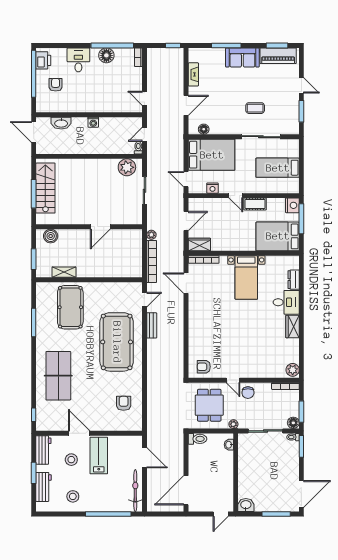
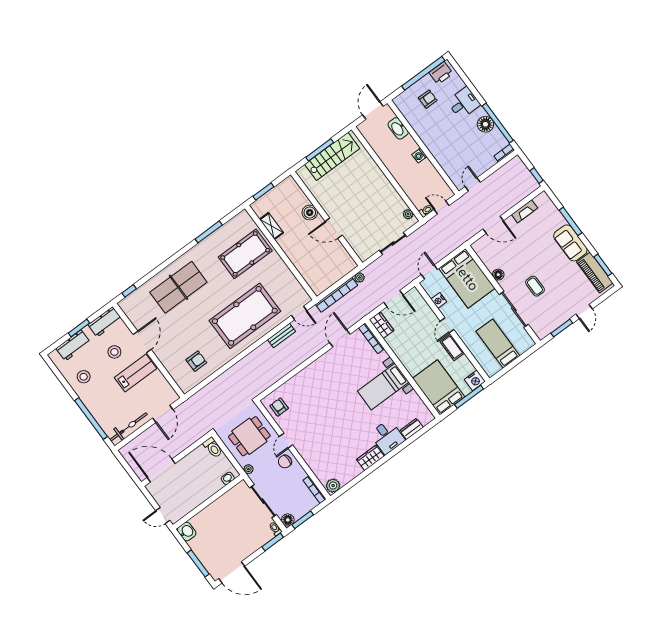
floor lamp: (204, 129) -> (498, 275), moved
plant: (127, 167) -> (408, 214), width x0.53, depth x0.53
boiler: (51, 236) -> (310, 213), moved

